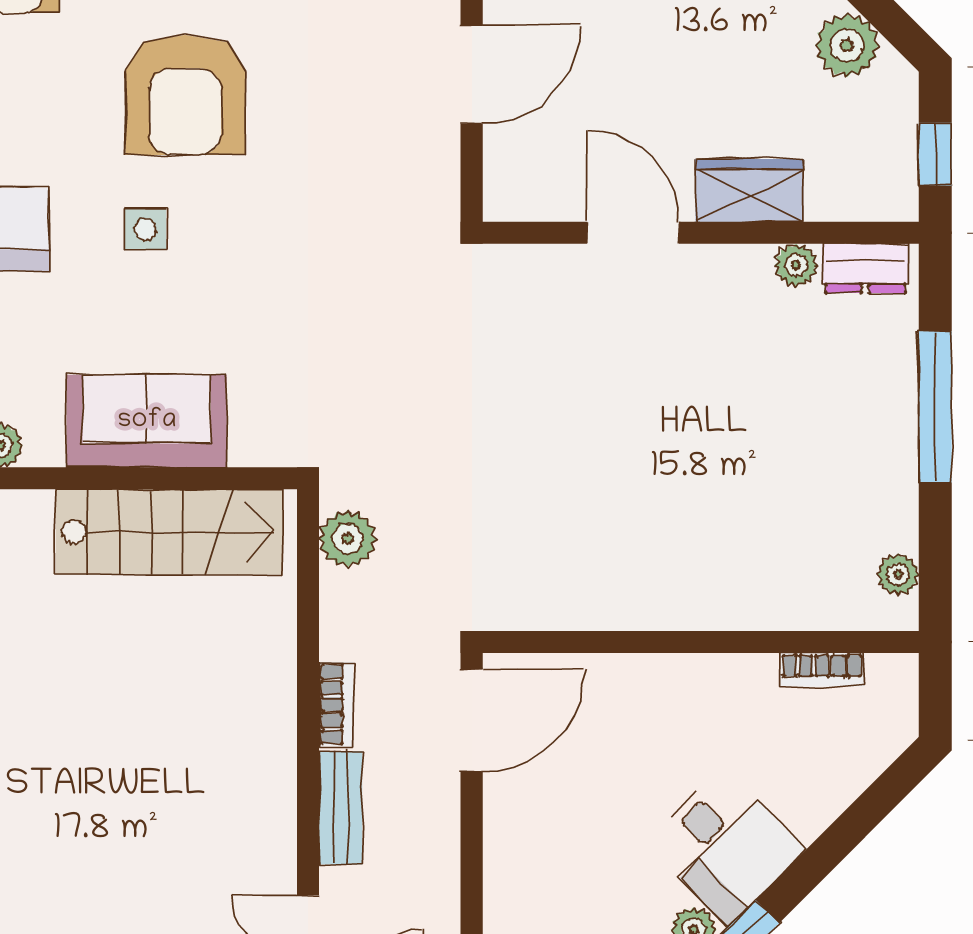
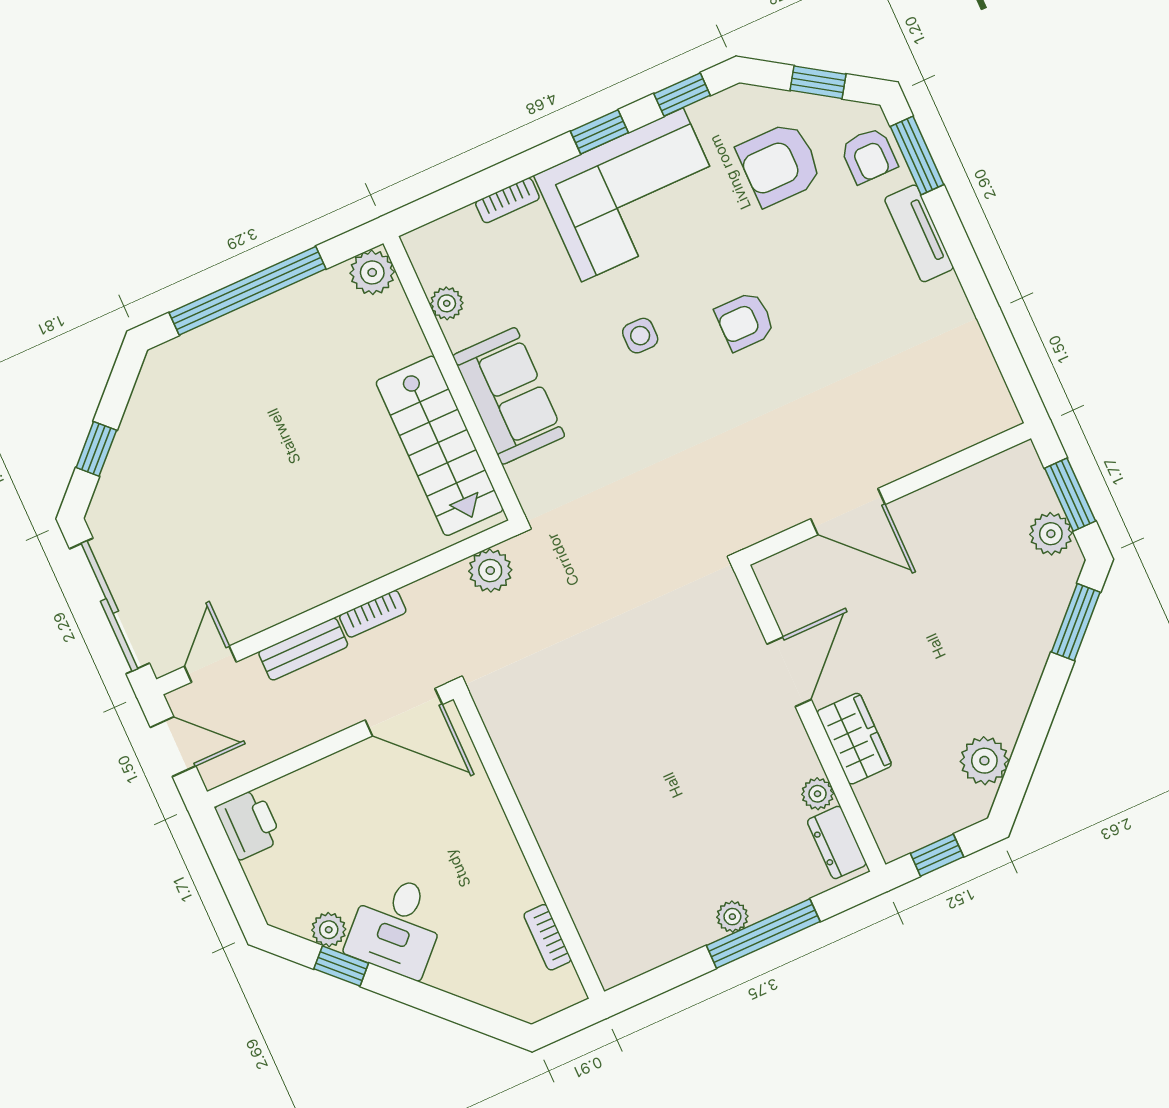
armchair: (185, 95) -> (745, 321), width x0.53, depth x0.53
plant: (898, 574) -> (732, 917), moved

